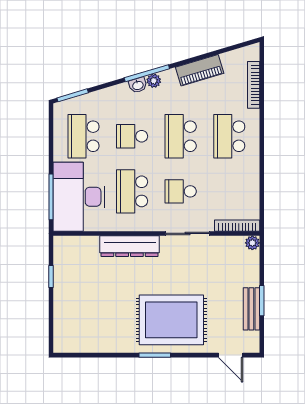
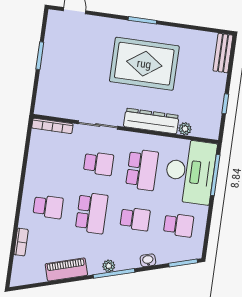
washbasin: (138, 85) -> (148, 260), moved
bookcase: (254, 85) -> (21, 242), width x0.64
school desk: (83, 136) -> (179, 225), width x0.54
school desk: (229, 136) -> (48, 207), width x0.54
plant: (252, 243) -> (185, 129), moved
bench: (251, 309) -> (223, 53), moved
rug: (171, 320) -> (144, 64), moved

